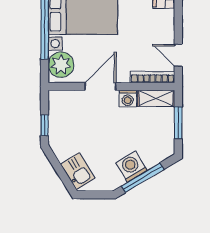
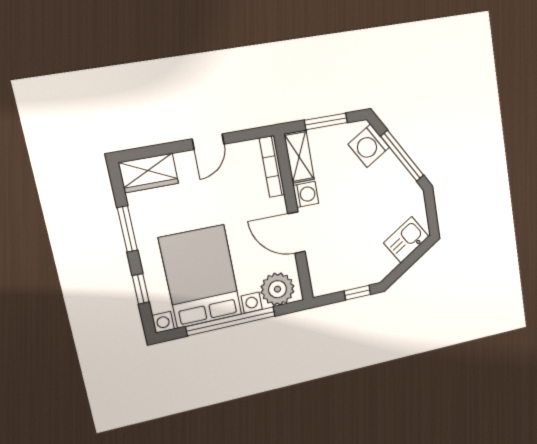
door: (178, 55) -> (208, 142), moved
washing machine: (131, 167) -> (369, 146), moved

